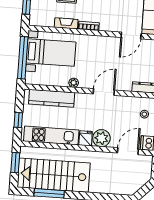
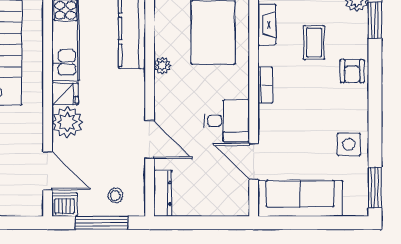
fireplace: (66, 23) -> (267, 25), moved
desk: (107, 49) -> (227, 121), added
door: (104, 92) -> (150, 139), moved

